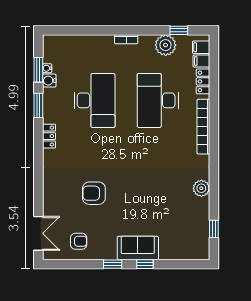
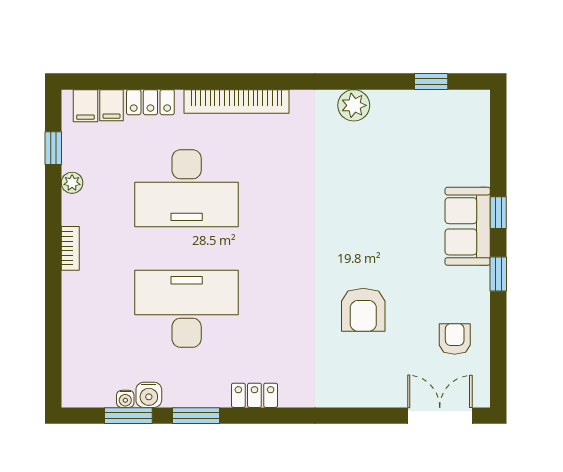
plant: (166, 45) -> (72, 183), width x0.53, depth x0.53

